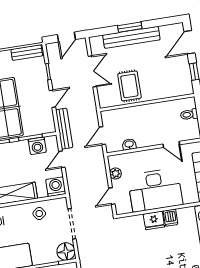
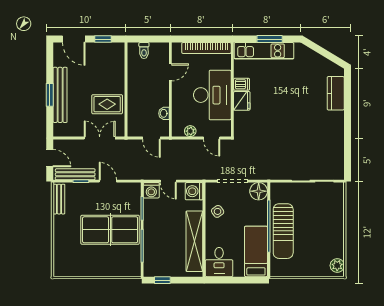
double door: (92, 71) -> (100, 138), moved
bench: (64, 129) -> (75, 174), moved
washing machine: (37, 146) -> (151, 190), moved, turned 90

